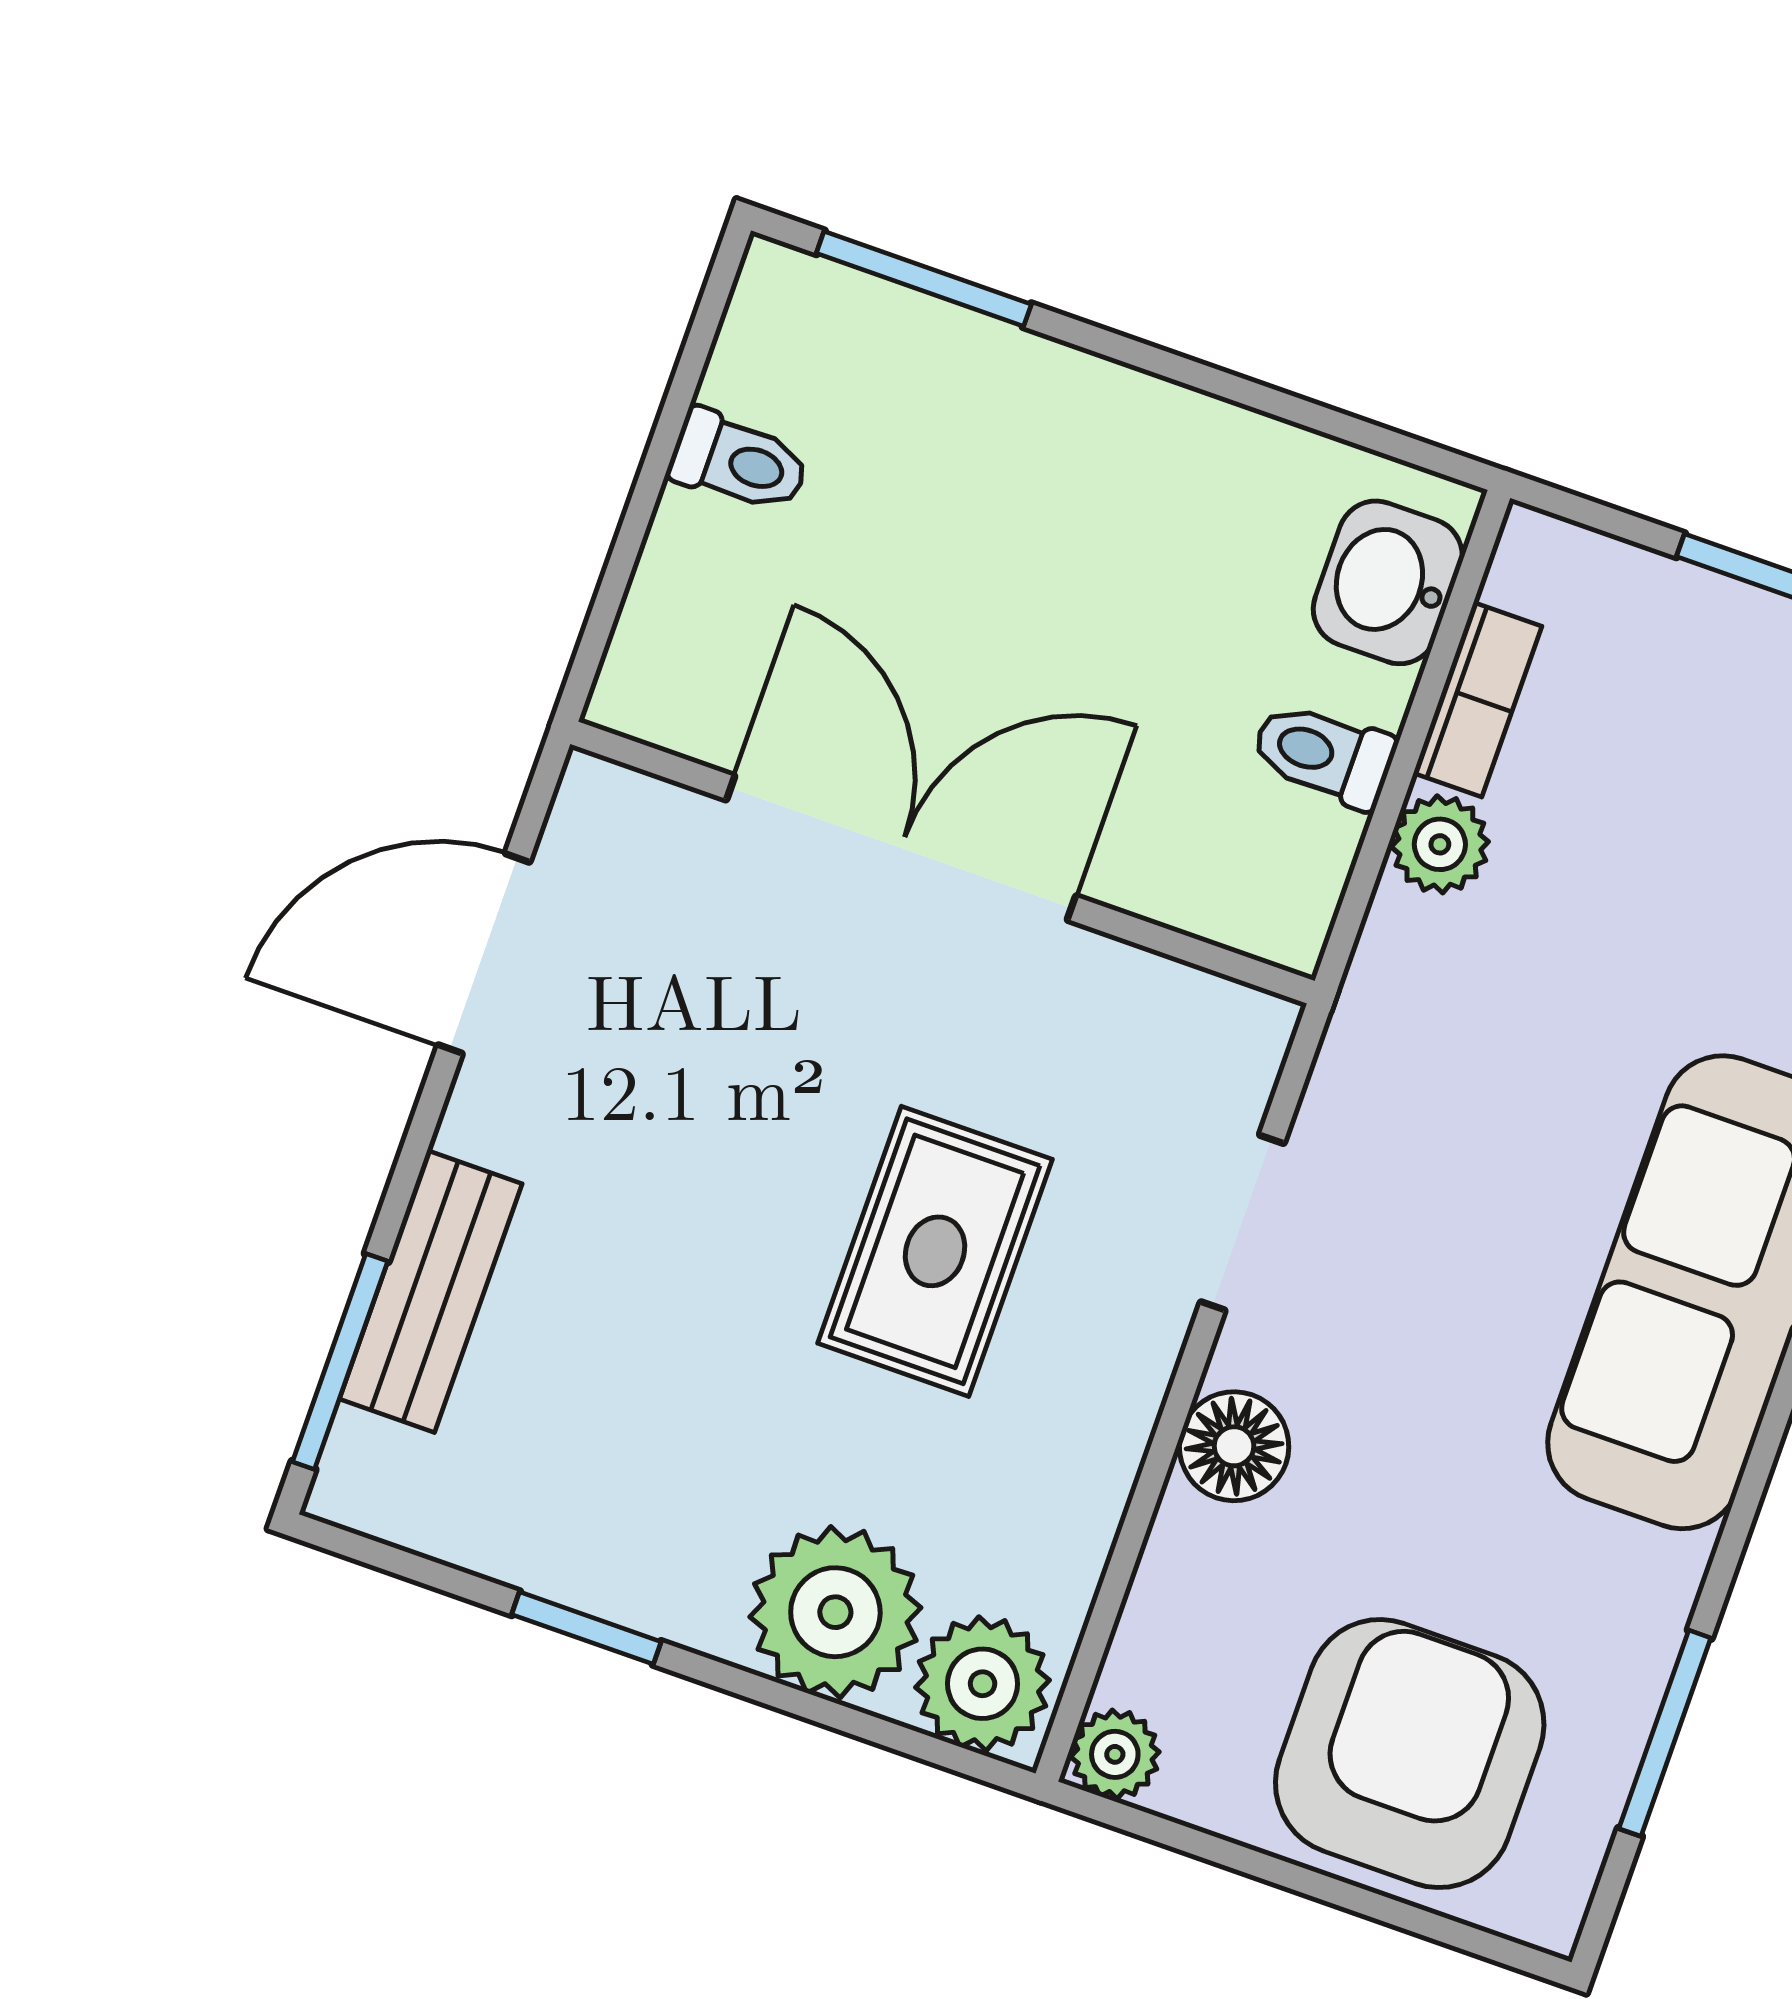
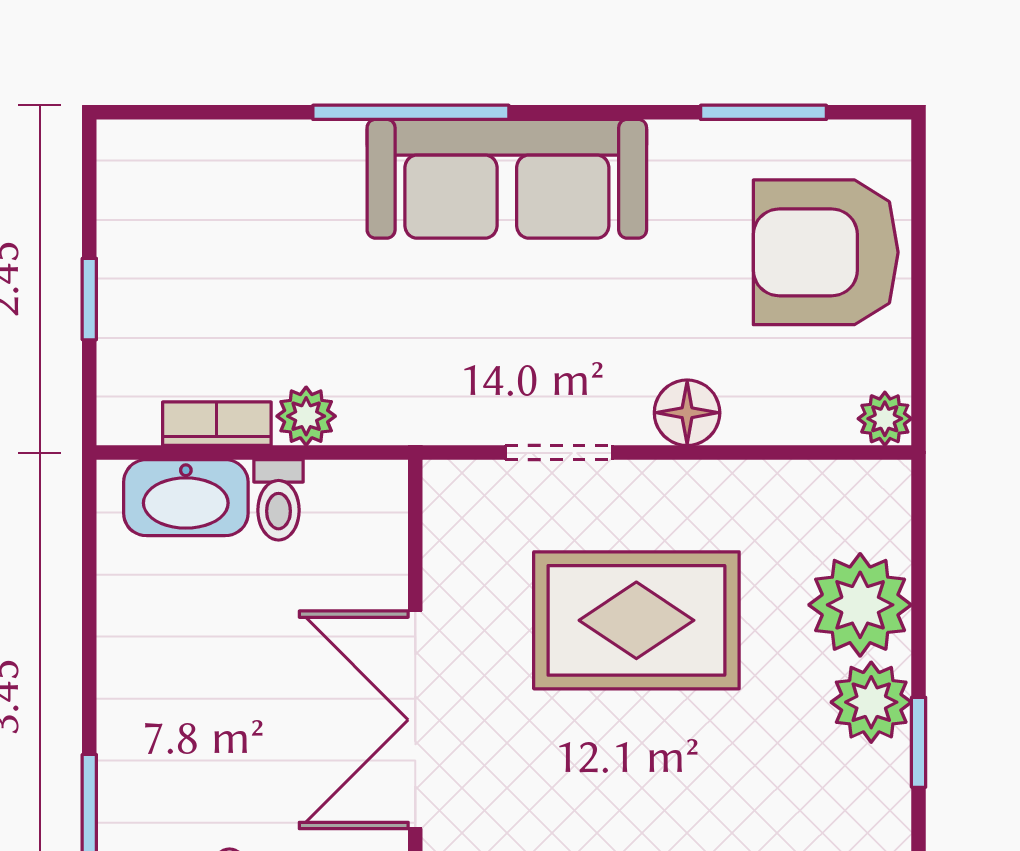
washbasin: (1388, 582) -> (186, 498), width x1.38
rug: (935, 1251) -> (636, 620), width x1.36, depth x1.43
plant: (983, 1684) -> (871, 702), moved

